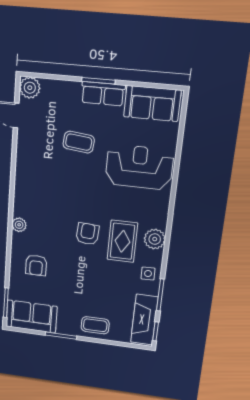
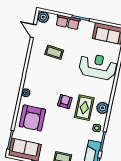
row of seats: (103, 94) -> (68, 22), moved
coffee table: (79, 142) -> (54, 52), moved
armchair: (36, 265) -> (32, 118), width x1.88, depth x1.88

